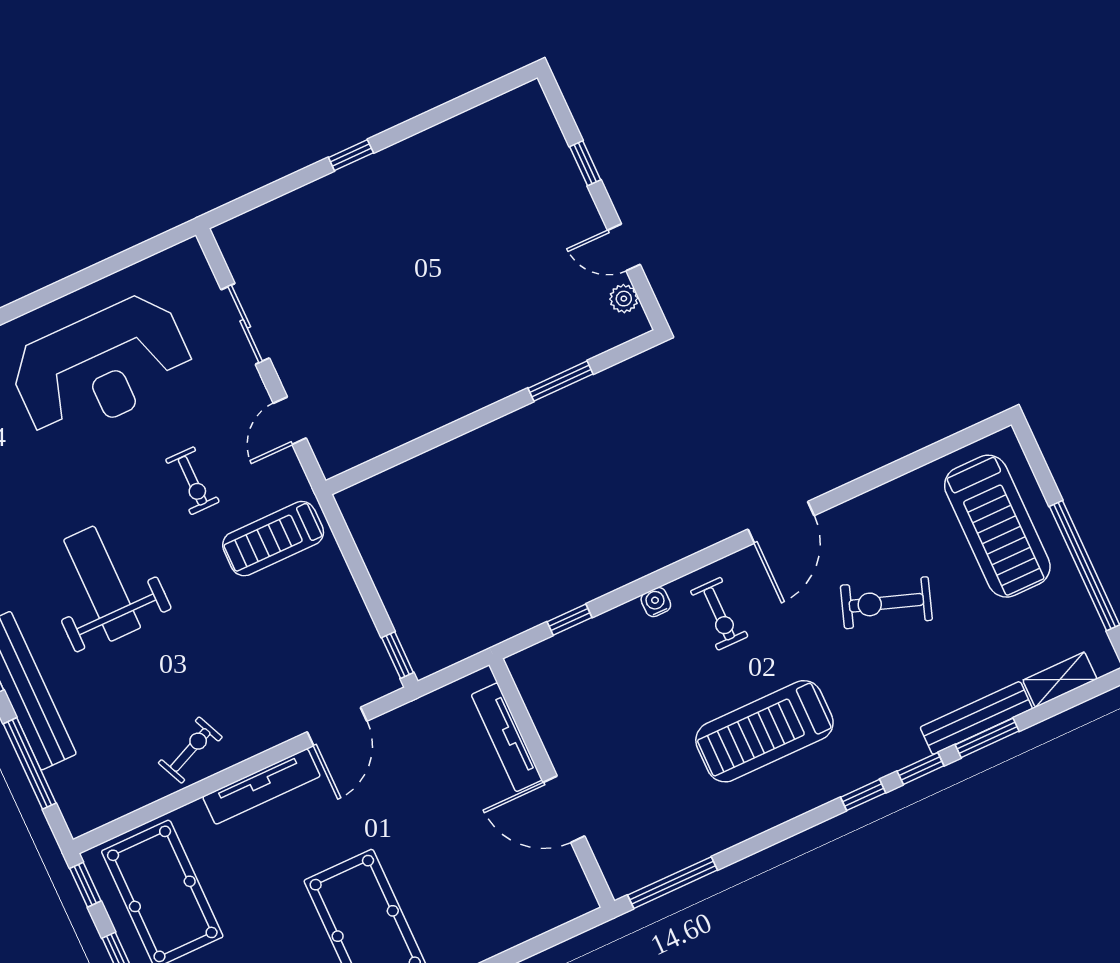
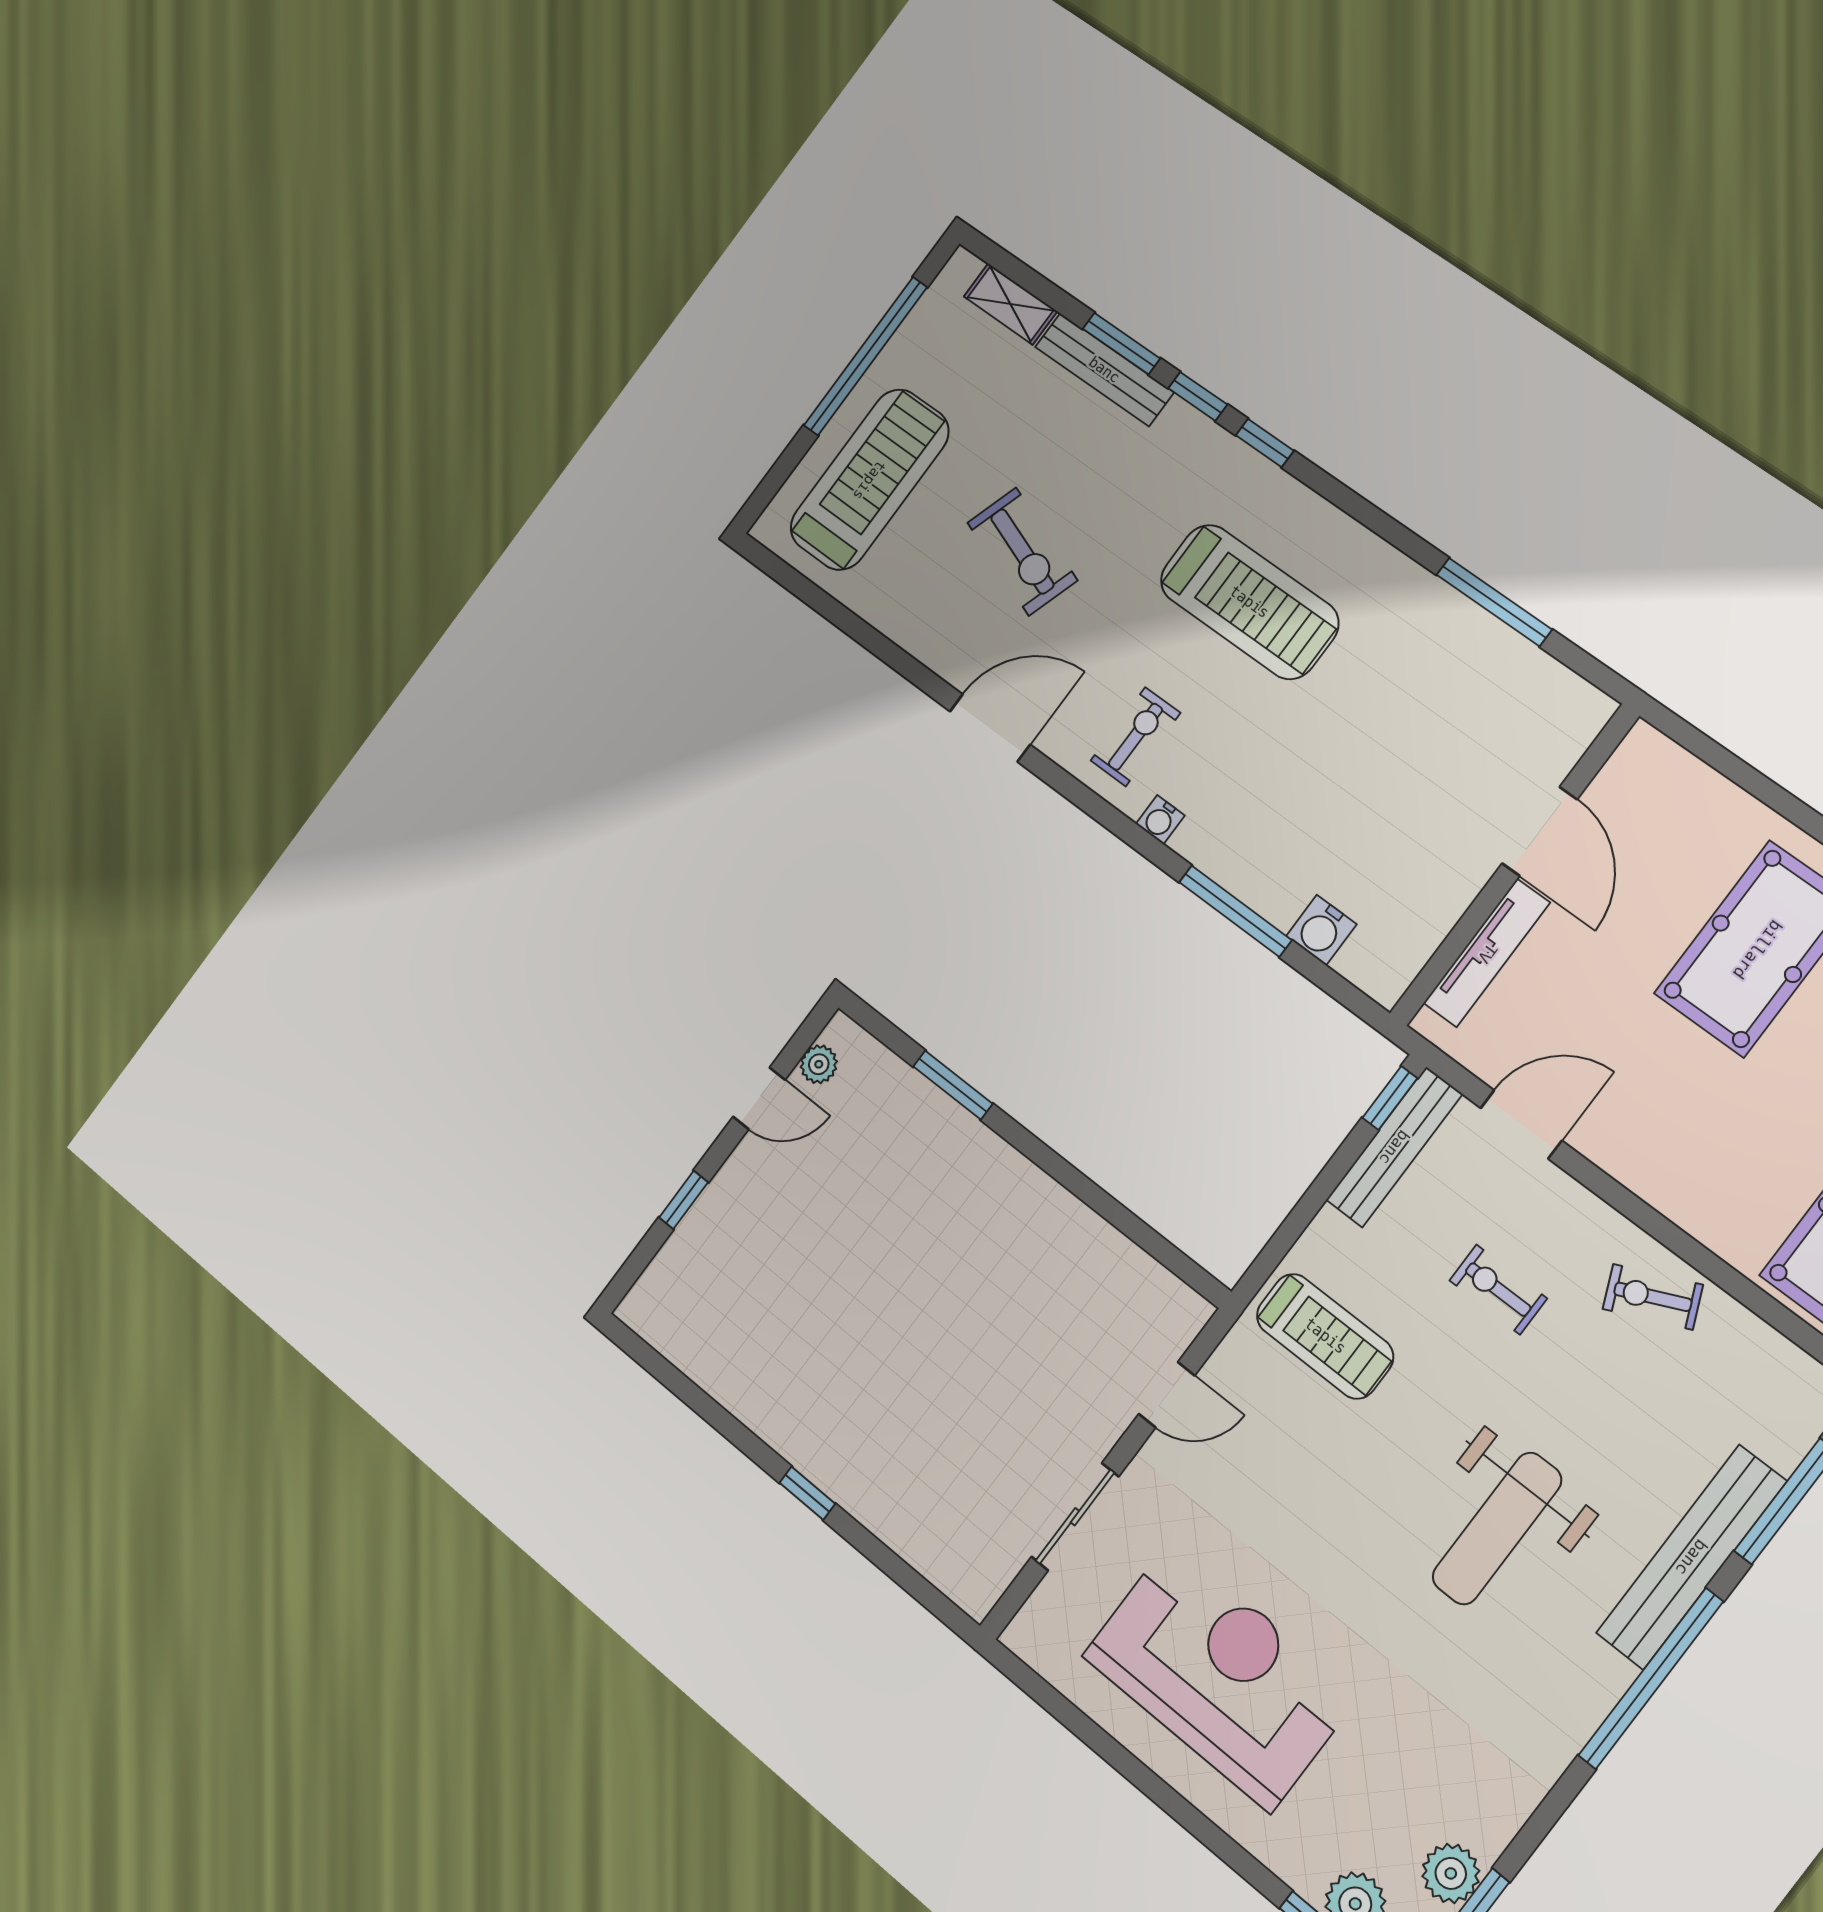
door: (624, 247) -> (759, 1098), hinge flipped
exercise bike: (192, 481) -> (1498, 1290), moved, turned -90
window: (569, 620) -> (1235, 911), width x2.17
bench: (366, 642) -> (1394, 1147), added
water cooler: (527, 667) -> (1321, 930), added
tv unit: (507, 737) -> (1487, 953), moved
wall: (552, 783) -> (1514, 865), moved
tv unit: (261, 786) -> (1651, 1179), removed
door: (564, 809) -> (1540, 831), moved

